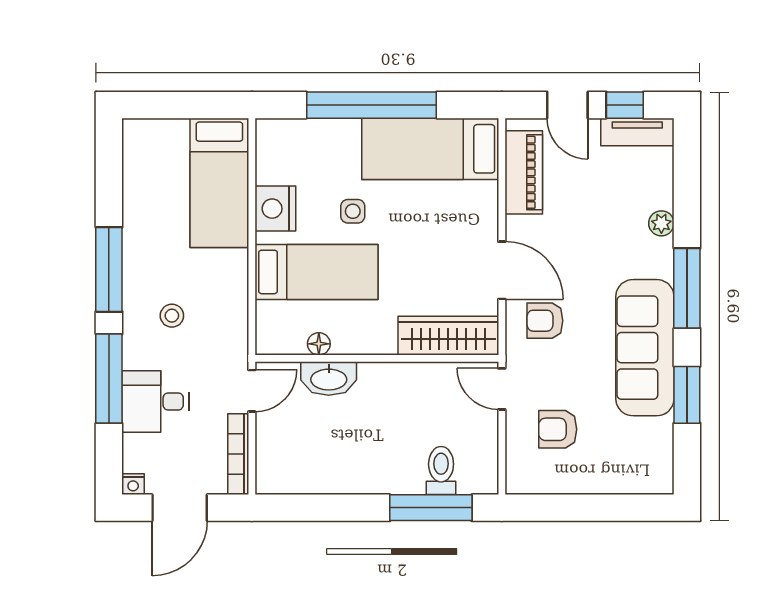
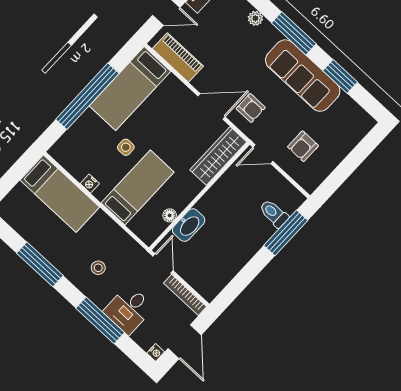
nightstand: (275, 209) -> (90, 184), width x0.53, depth x0.56
window: (109, 269) -> (40, 264), moved
armchair: (545, 321) -> (251, 108), turned -90

